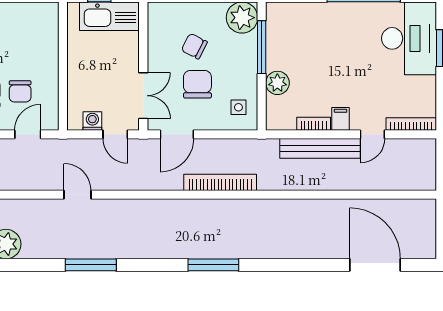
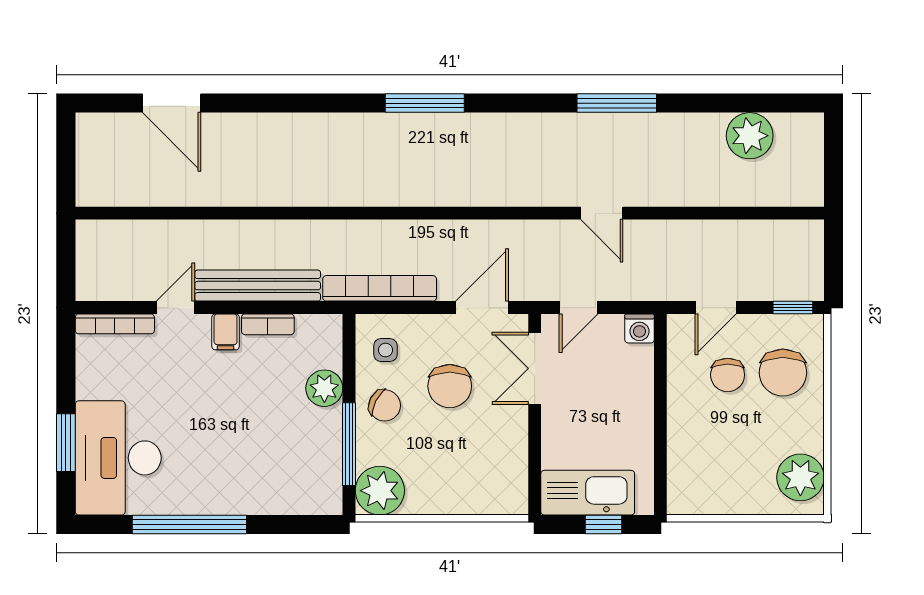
chair: (194, 46) -> (385, 405), moved
chair: (20, 91) -> (728, 375), turned 180
washing machine: (92, 121) -> (639, 328), moved
door: (115, 134) -> (579, 308), swing flipped
bookcase: (220, 182) -> (380, 288), moved, turned 180
door: (78, 195) -> (602, 213), moved
door: (375, 265) -> (172, 103), width x0.73

